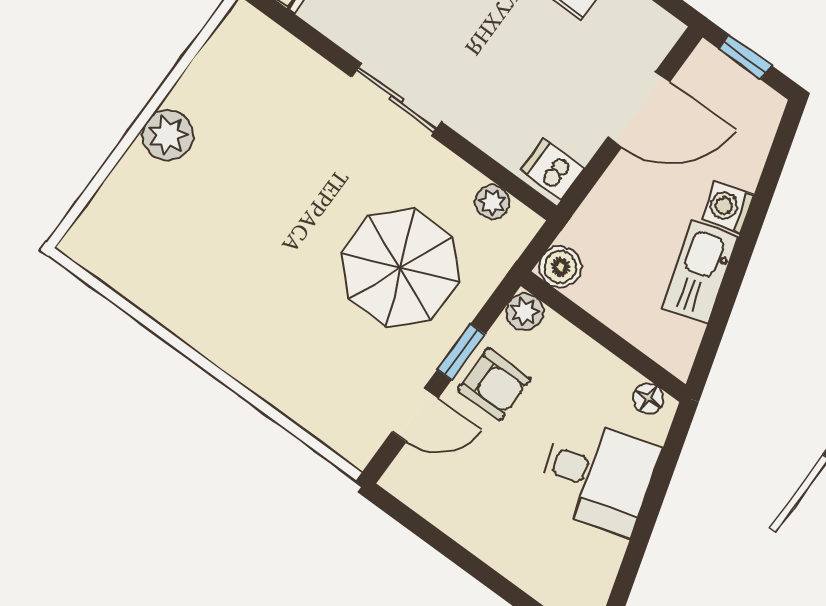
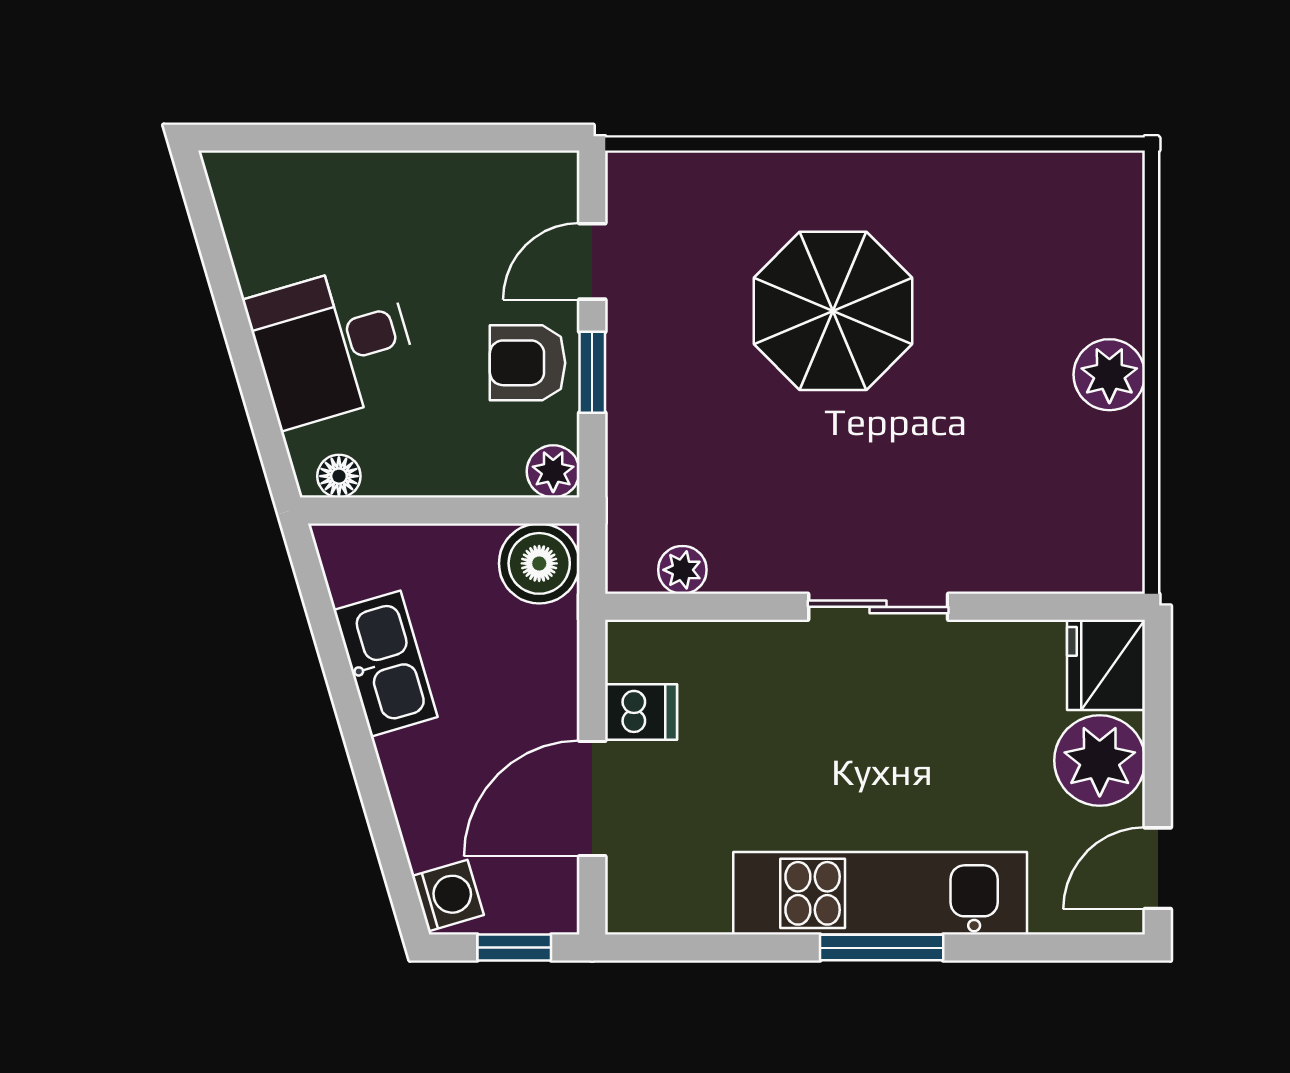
dishwasher: (552, 169) -> (641, 712), moved
washing machine: (728, 207) -> (448, 896), moved
boiler: (560, 267) -> (539, 563), width x1.36, depth x1.36
parasol: (400, 268) -> (833, 311), moved

